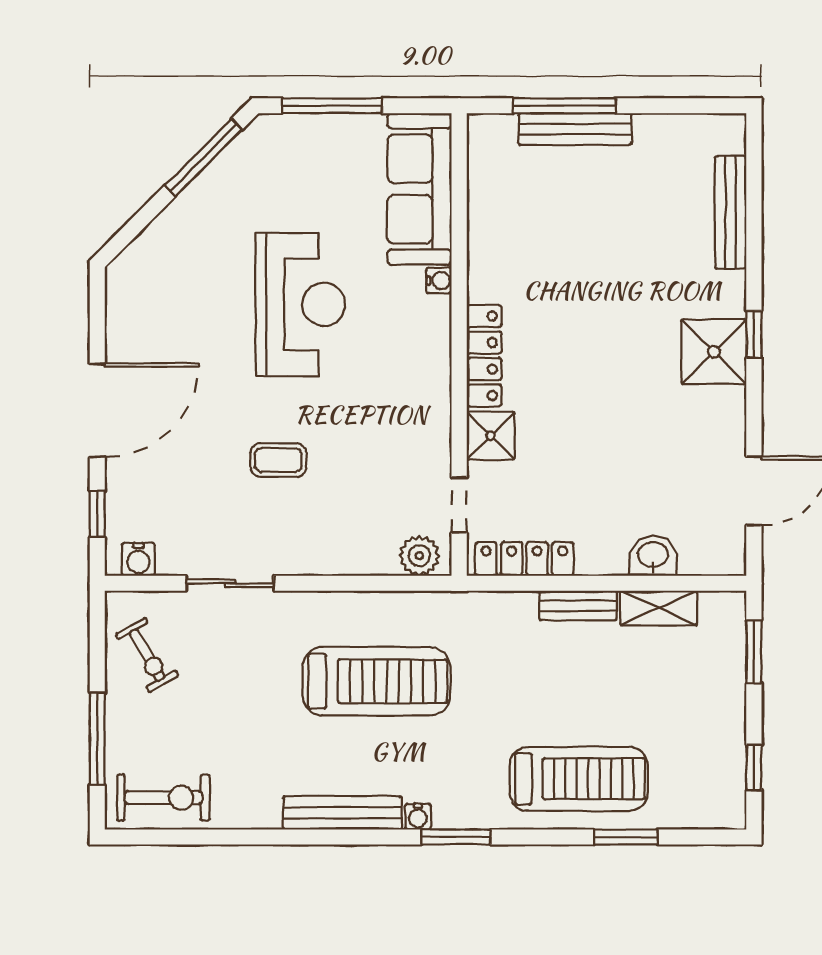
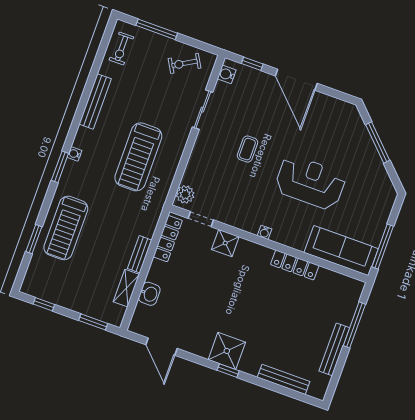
window: (332, 106) -> (383, 247), moved
bench: (575, 129) -> (334, 349), moved
window: (204, 158) -> (378, 142), moved
water cooler: (439, 280) -> (265, 232), moved
reception desk: (300, 305) -> (310, 182), turned 180
locker: (484, 356) -> (295, 265), moved
exercise bike: (163, 798) -> (121, 48), width x0.73, depth x0.72
bench: (343, 813) -> (95, 101), moved

